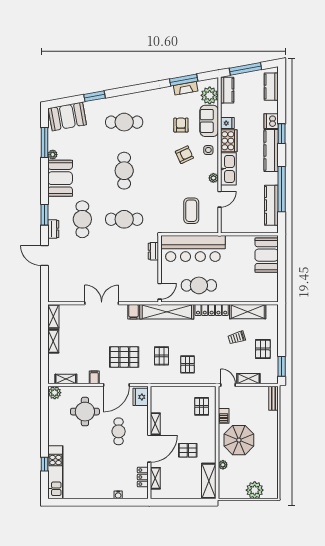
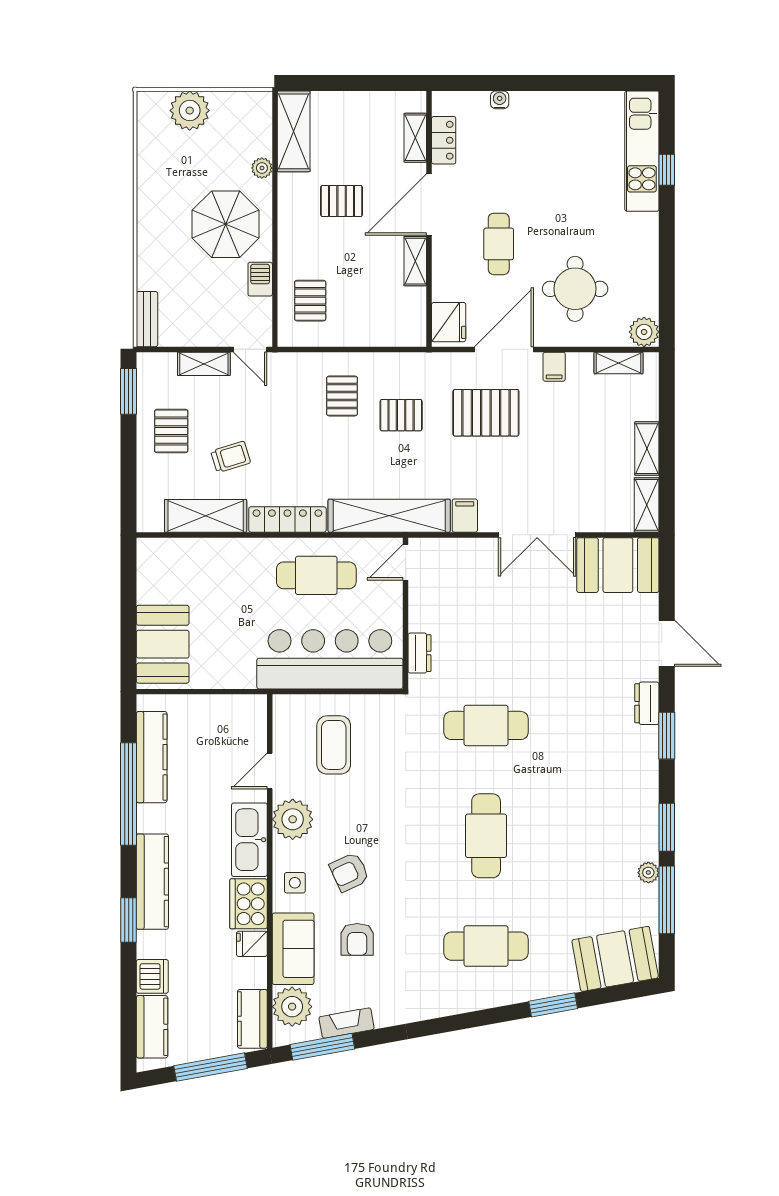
window: (184, 80) -> (322, 1047), moved
dishwasher: (271, 121) -> (152, 976), moved
window: (45, 174) -> (667, 827), added
booth: (60, 178) -> (618, 565), moved, turned 90
plant: (213, 178) -> (293, 819), width x1.88, depth x1.88
cafe table: (82, 219) -> (581, 725), removed
pallet: (162, 356) -> (401, 415), turned 90

